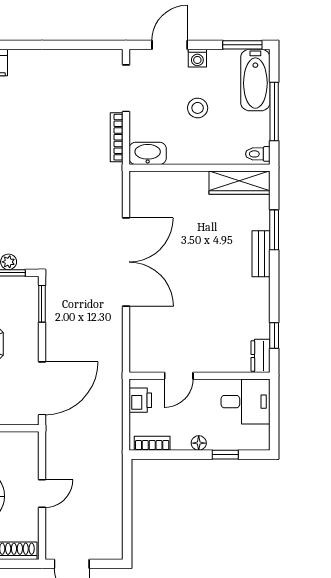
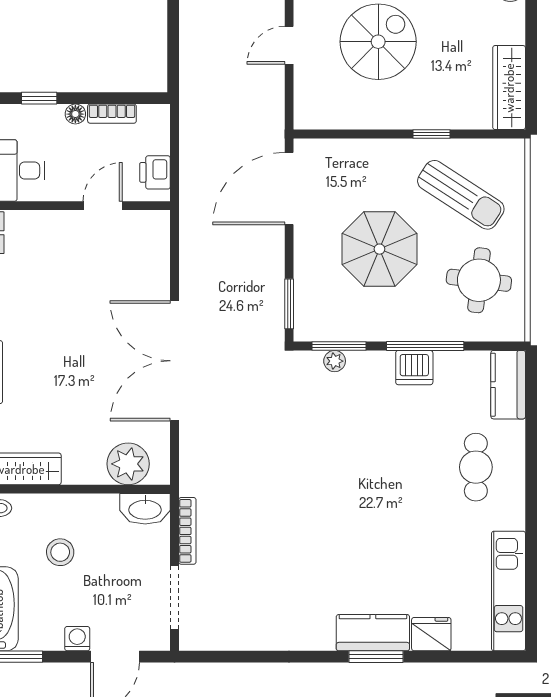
stool: (198, 108) -> (60, 552), moved
plant: (160, 186) -> (128, 464), added
bookcase: (152, 443) -> (112, 114), moved

